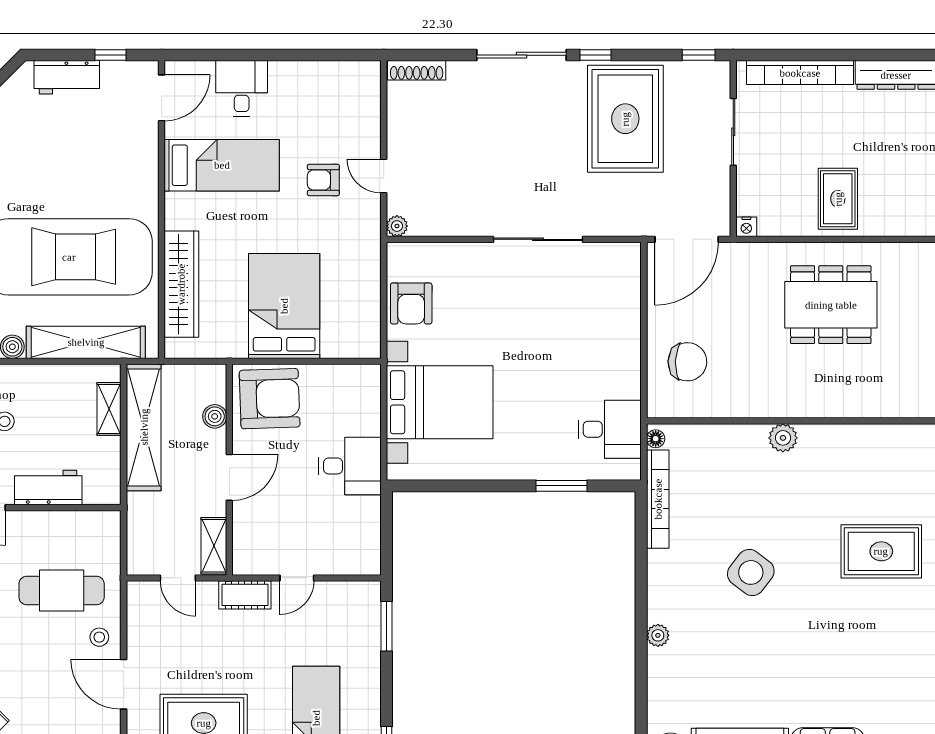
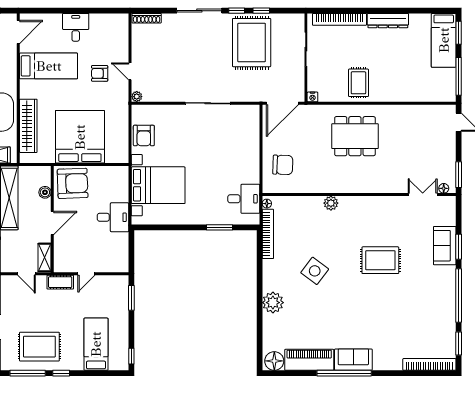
window: (699, 55) -> (261, 11), moved
desk: (242, 88) -> (76, 27), moved
bed: (284, 306) -> (80, 137), width x1.36
plant: (658, 635) -> (273, 303), width x1.88, depth x1.88

